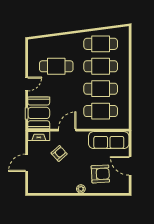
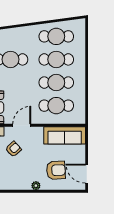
door: (130, 166) -> (87, 174), moved

